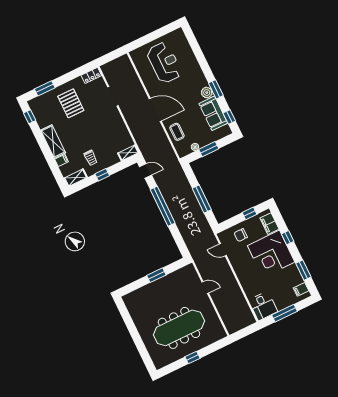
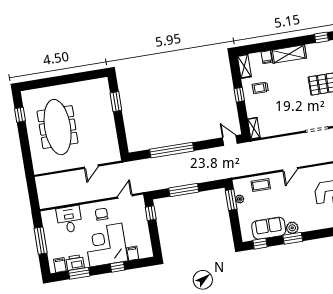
door: (155, 110) -> (290, 169), width x0.53
window: (209, 149) -> (231, 200), moved
door: (146, 171) -> (230, 141), swing flipped
window: (163, 206) -> (172, 150), moved
window: (250, 213) -> (151, 213), moved
filing cabinet: (269, 224) -> (133, 253), width x0.50
chair: (241, 235) -> (102, 214), moved
window: (156, 275) -> (116, 102), moved
printer: (295, 277) -> (75, 262), added
desk: (263, 306) -> (69, 219), moved, turned 90
window: (192, 357) -> (20, 115), moved

